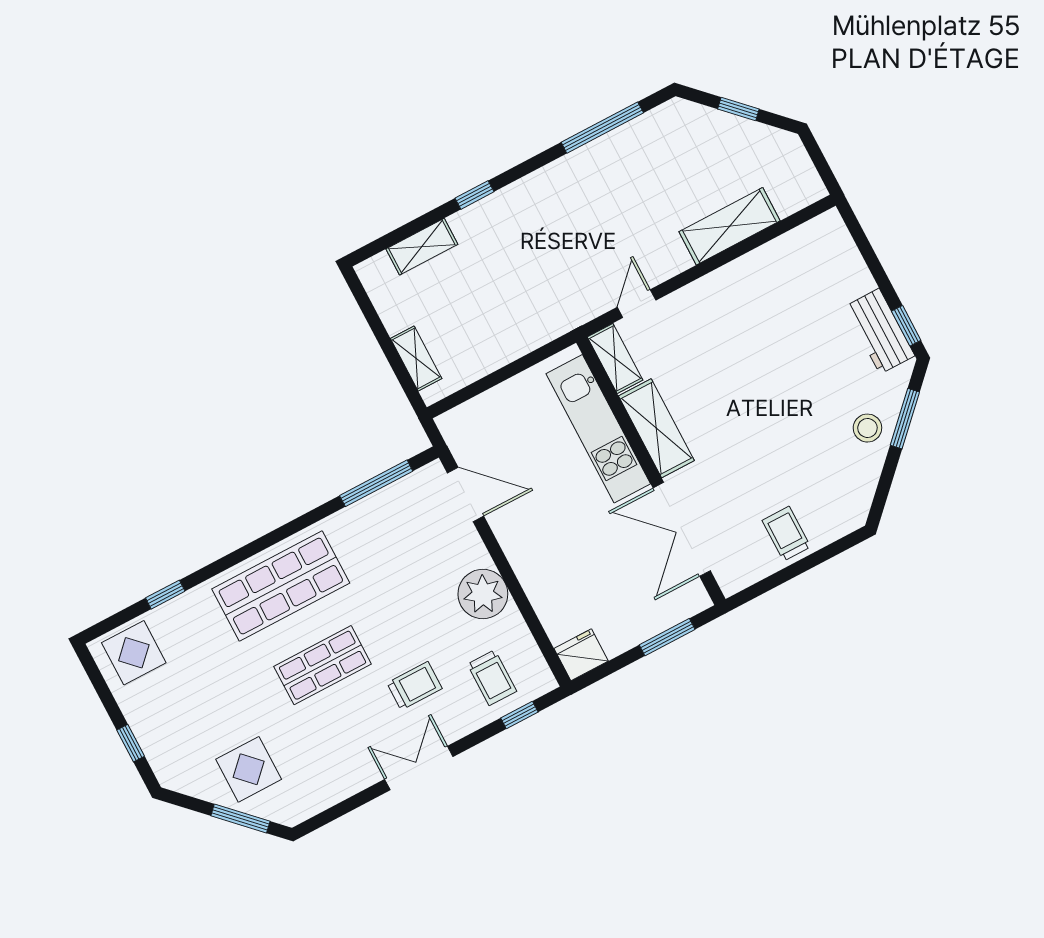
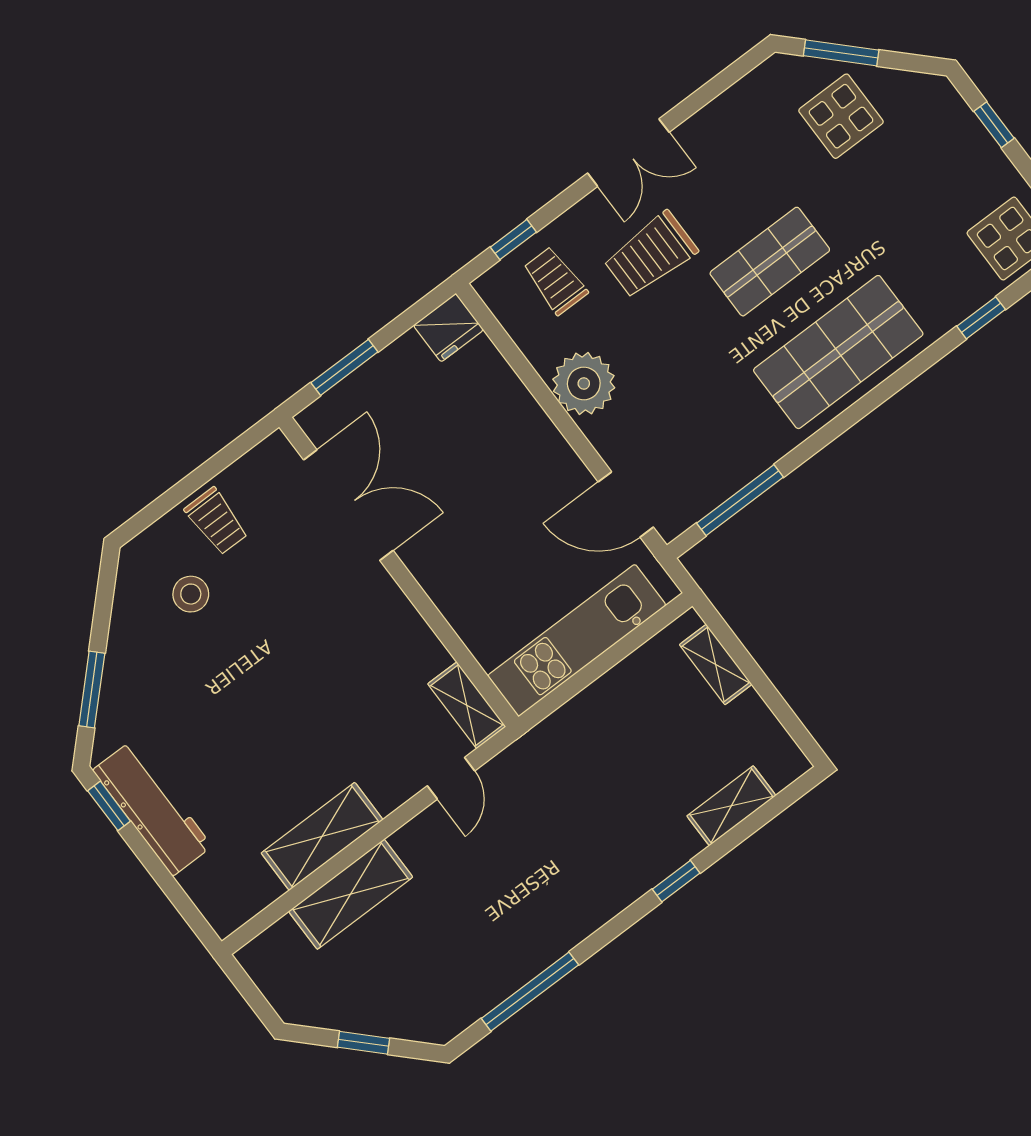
workbench: (880, 331) -> (152, 808), width x1.37
shelving: (656, 428) -> (322, 836), moved, turned 90
stool: (867, 428) -> (191, 594), moved
kitchen unit: (598, 429) -> (577, 640), moved, turned -90
trolley: (415, 686) -> (651, 255), width x1.36, depth x1.39

